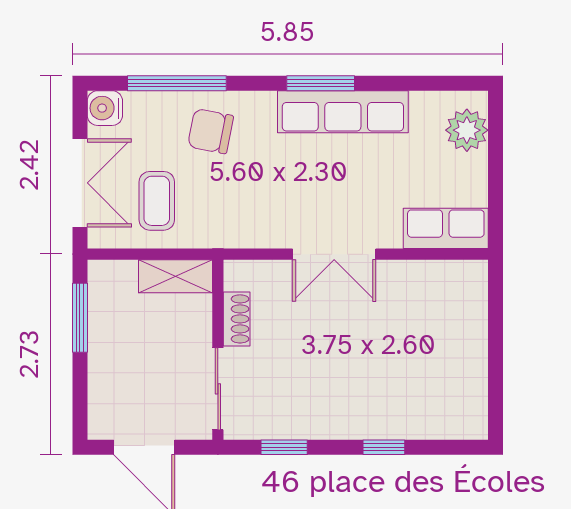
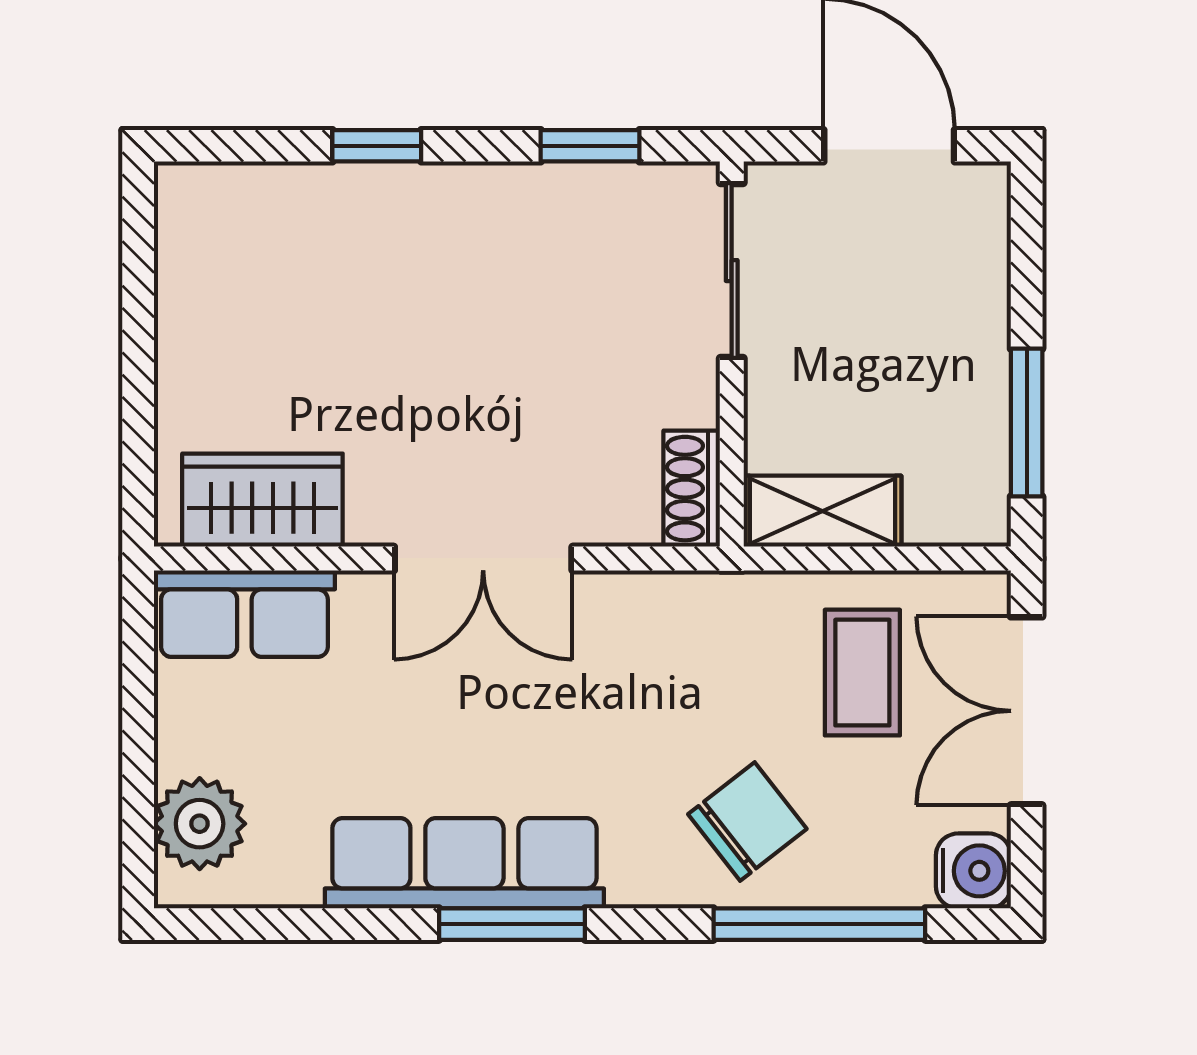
chair: (211, 131) -> (747, 822), turned -49
double door: (334, 254) -> (483, 558), swing flipped
wardrobe: (437, 281) -> (262, 500), added
shoe rack: (237, 319) -> (692, 489), moved

